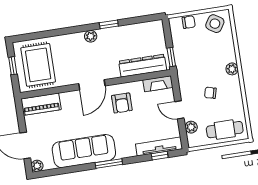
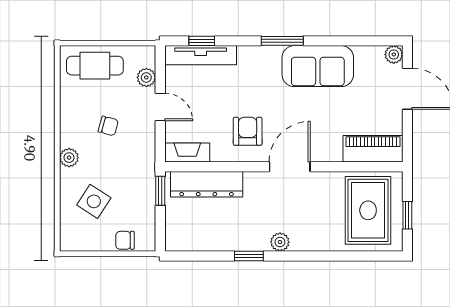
side table: (215, 24) -> (94, 201), moved
sofa: (84, 151) -> (318, 66), width x0.73

